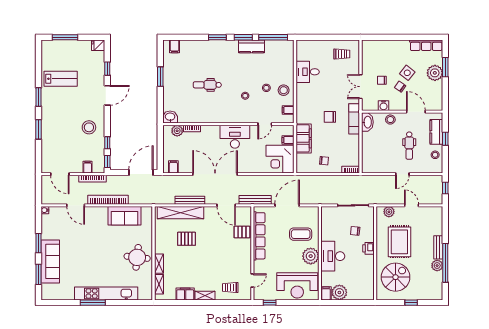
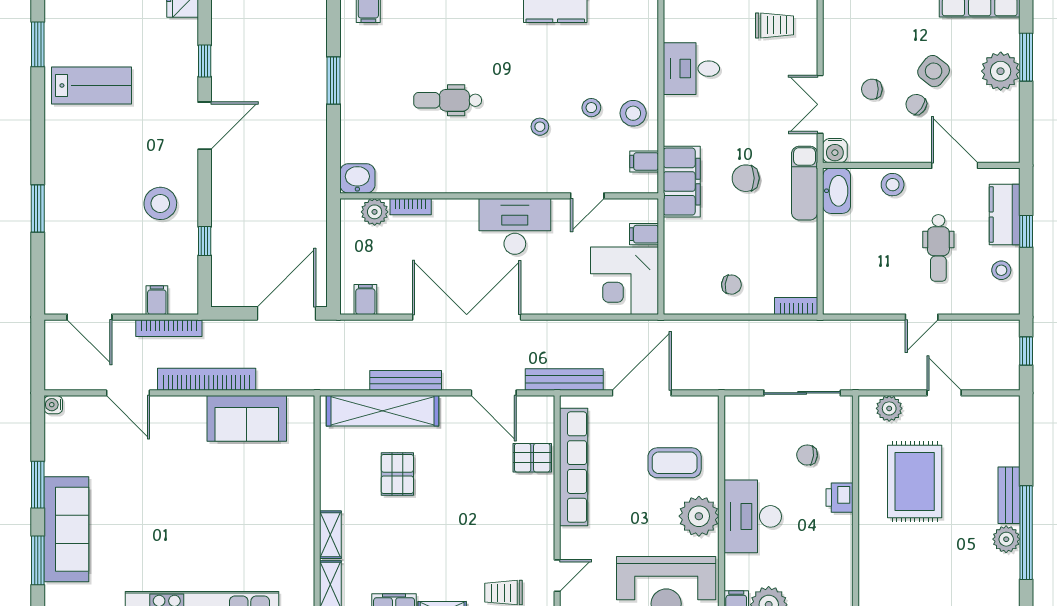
window: (38, 97) -> (38, 44), moved
water cooler: (384, 106) -> (835, 151), moved
filing cabinet: (304, 138) -> (682, 182), moved
window: (107, 162) -> (205, 287), removed
pallet: (187, 239) -> (397, 474), turned 90
round table: (137, 257) -> (277, 519), removed
spiral stairs: (396, 277) -> (905, 567), removed

